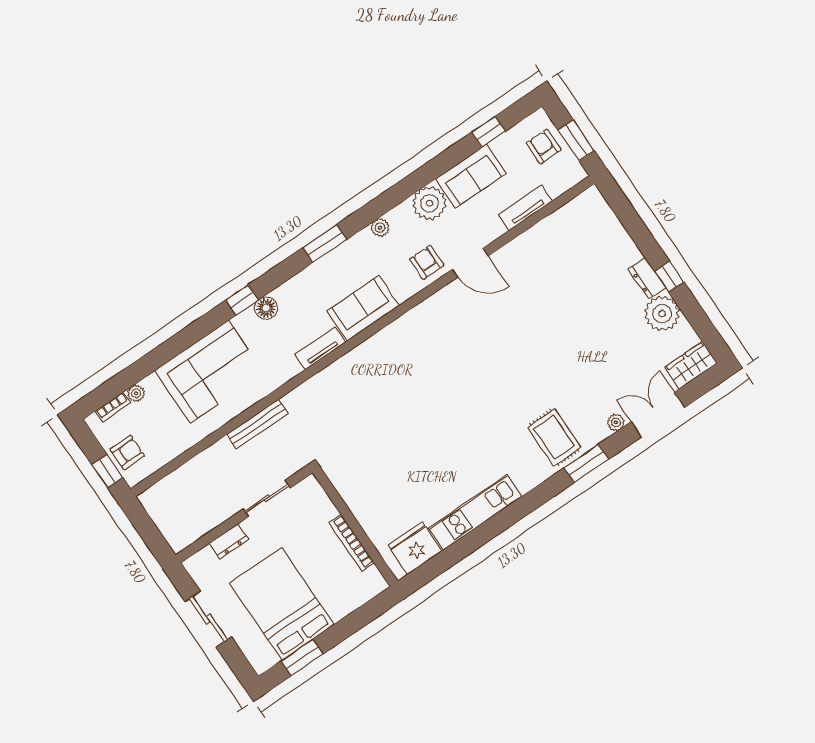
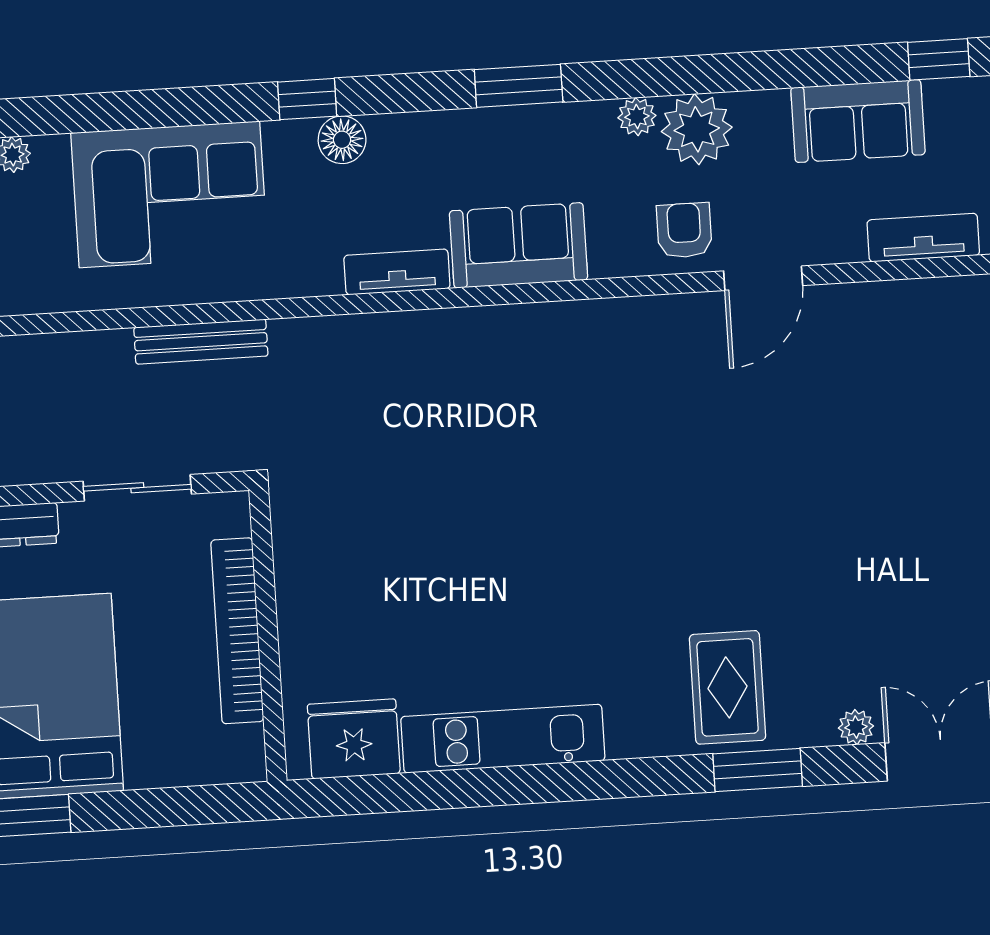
plant: (429, 203) -> (697, 129), moved
door: (470, 263) -> (763, 278), hinge flipped
bookcase: (352, 543) -> (237, 631), width x1.48, depth x1.31

